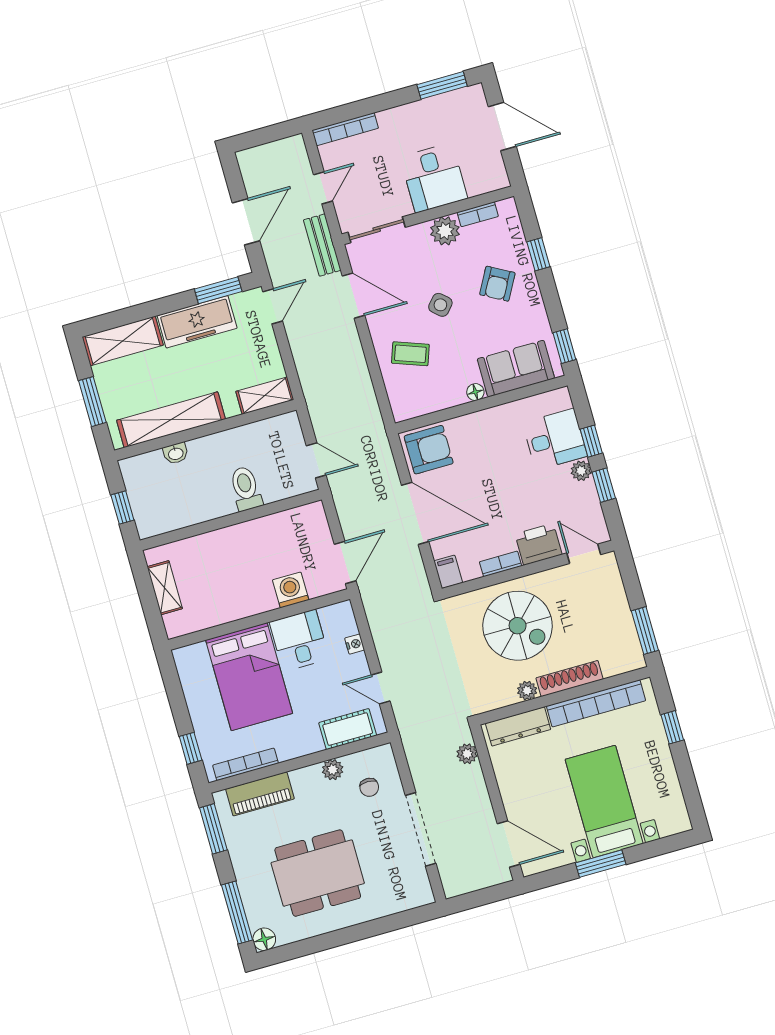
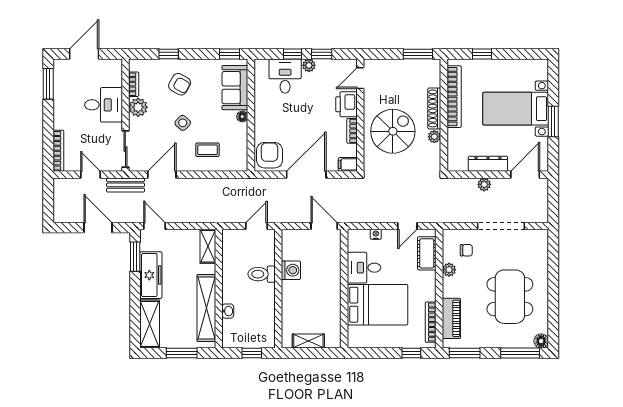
coffee table: (410, 354) -> (207, 150), turned 70
washing machine: (291, 590) -> (291, 270), moved, turned 180
dresser: (518, 726) -> (488, 164), moved, turned -90
plant: (467, 754) -> (484, 184), moved

